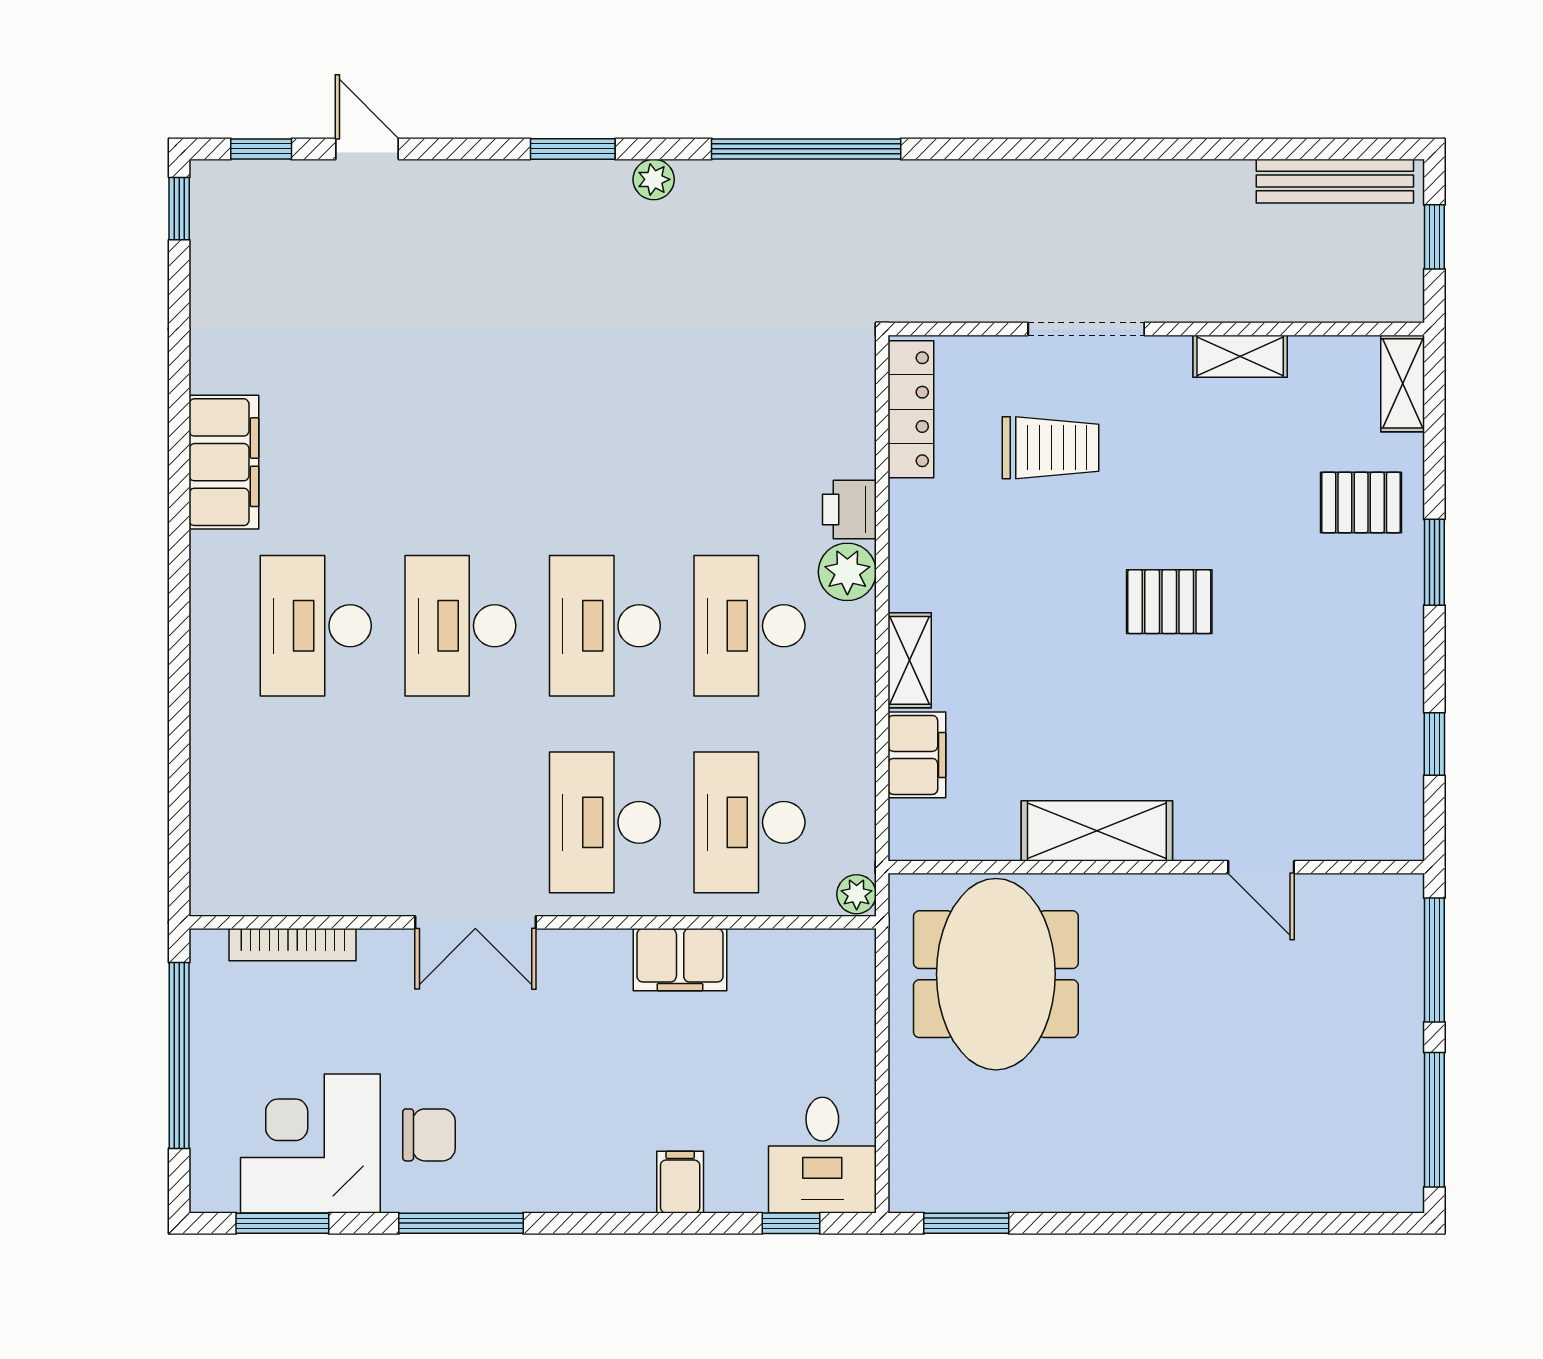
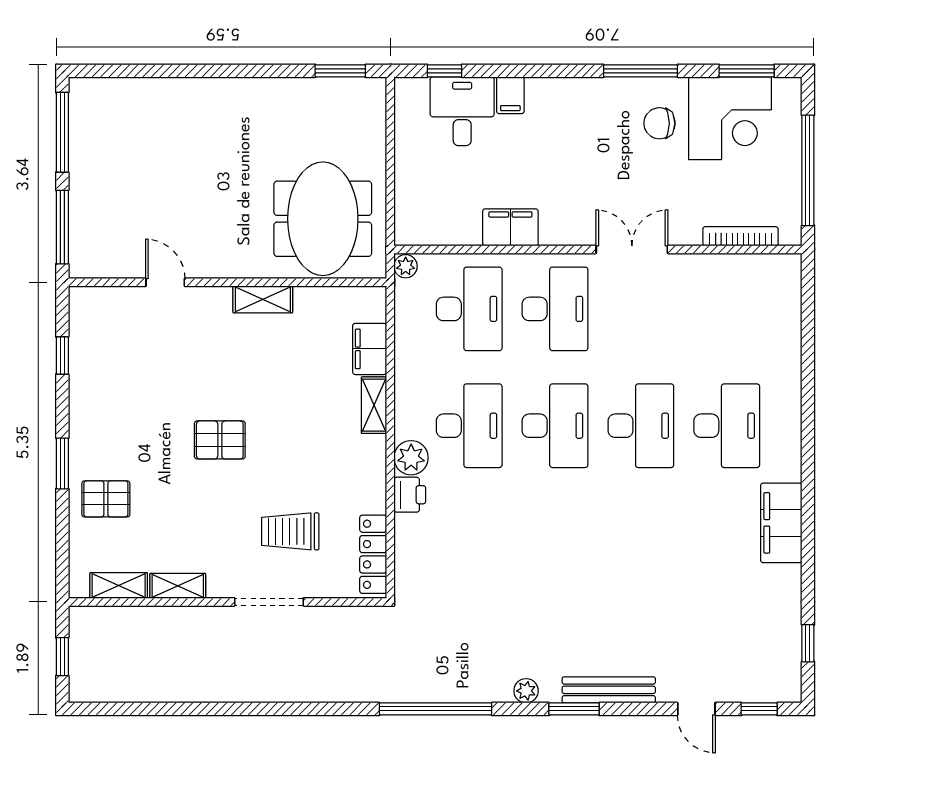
bench: (1335, 181) -> (609, 690), moved
window: (179, 209) -> (808, 643), moved
shelving: (1403, 383) -> (119, 585), moved, turned 90
shelving: (1097, 831) -> (263, 299), width x0.67, depth x0.75
desk: (822, 1155) -> (462, 111), moved

